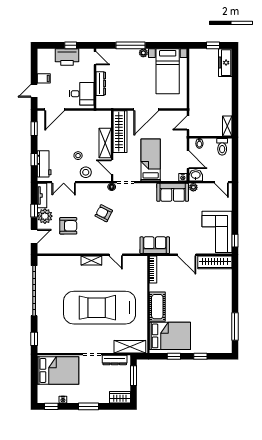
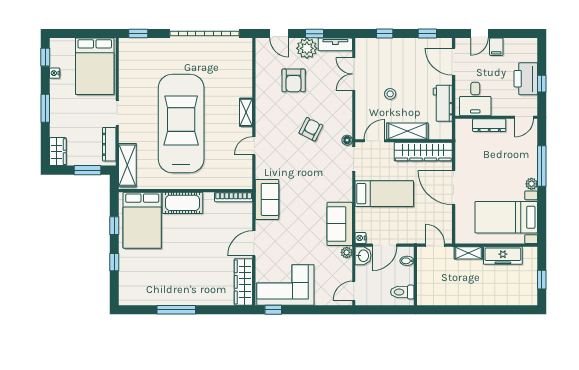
freezer: (225, 63) -> (503, 255), moved, turned 180
door: (34, 91) -> (479, 34), swing flipped
shelving: (227, 126) -> (468, 253), moved
workbench: (44, 164) -> (443, 103), moved, turned 90
stool: (86, 172) -> (367, 104), removed
window: (235, 327) -> (176, 310), moved

